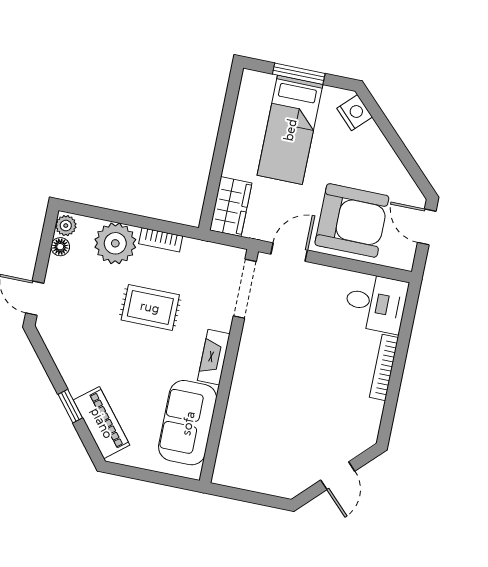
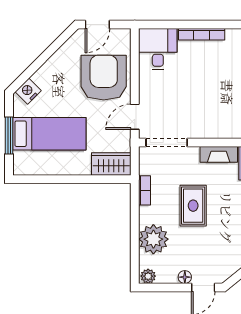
bookcase: (161, 240) -> (145, 190), moved
floor lamp: (60, 247) -> (185, 277), moved
door: (289, 252) -> (135, 117), hinge flipped

